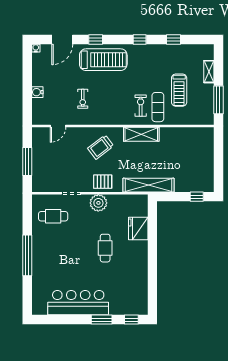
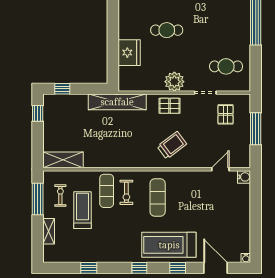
door: (62, 39) -> (216, 268), hinge flipped
window: (140, 39) -> (139, 268), moved
water cooler: (37, 92) -> (244, 177), moved
exercise bike: (83, 99) -> (60, 195), moved
exercise mat: (113, 101) -> (158, 197), added
shelving: (141, 134) -> (63, 160), moved
pallet: (54, 174) -> (226, 114), added
window: (218, 175) -> (38, 113), added
cafe table: (105, 248) -> (167, 30), turned 90

